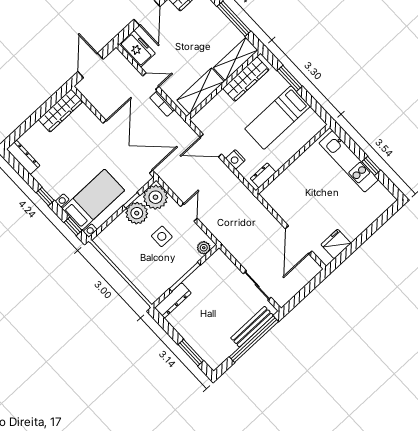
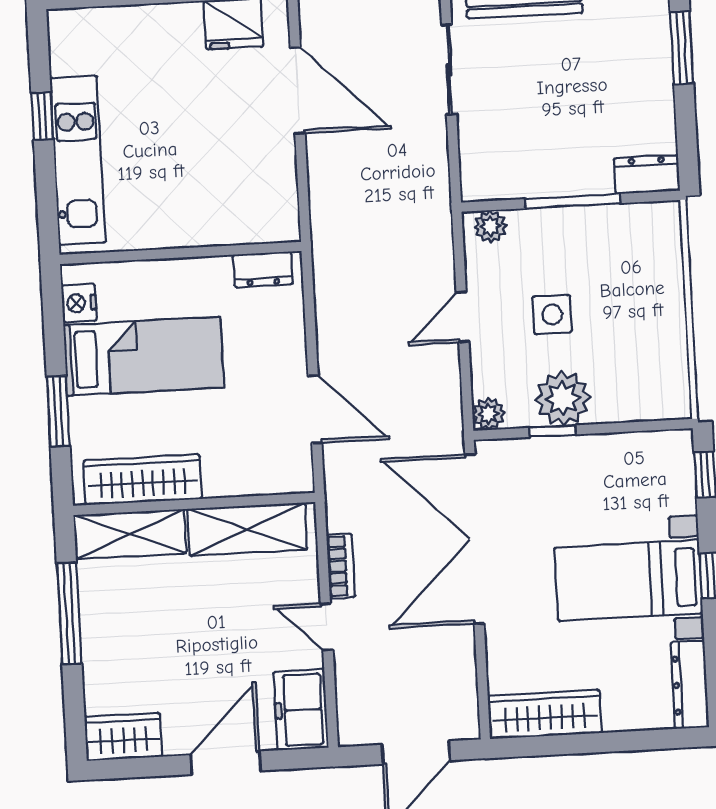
nightstand: (235, 159) -> (79, 303), moved, turned 180
plant: (155, 197) -> (489, 414), width x0.53, depth x0.53
bed with nightstands: (93, 200) -> (628, 580), moved
door: (299, 240) -> (298, 90), hinge flipped
dresser: (173, 300) -> (647, 174), width x0.70

